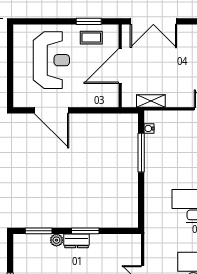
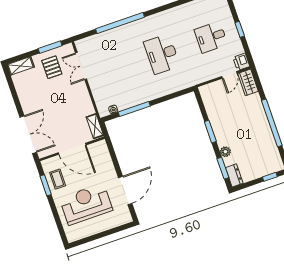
shelving: (151, 101) -> (95, 126), moved
dresser: (77, 241) -> (234, 175), moved

